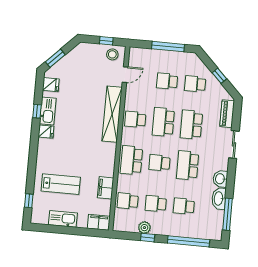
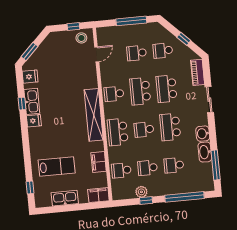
shelving: (112, 114) -> (94, 115), moved

